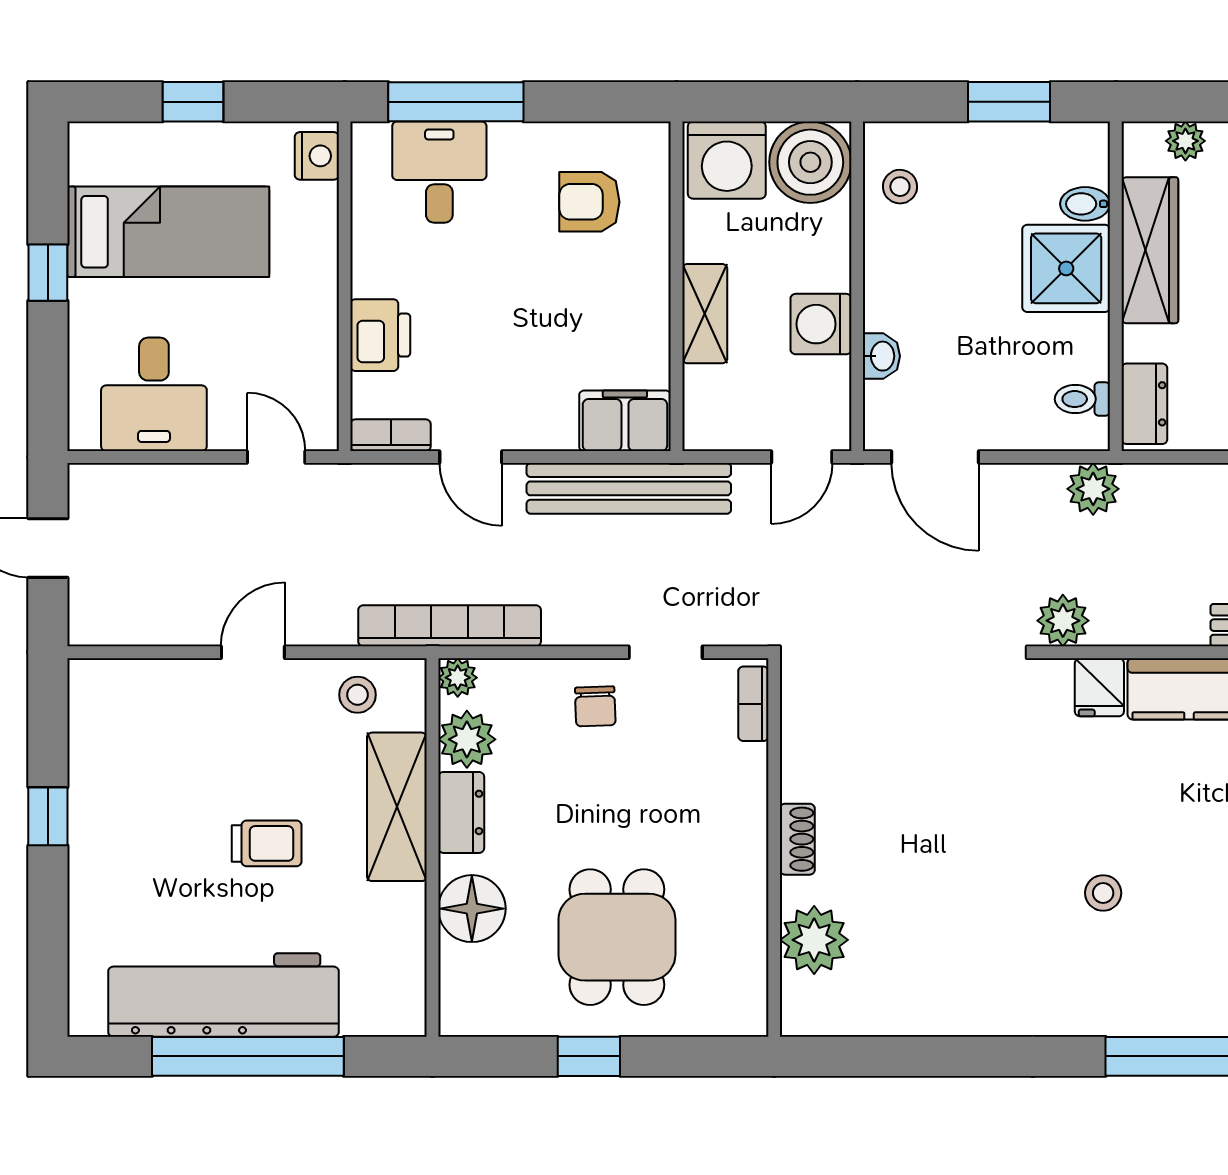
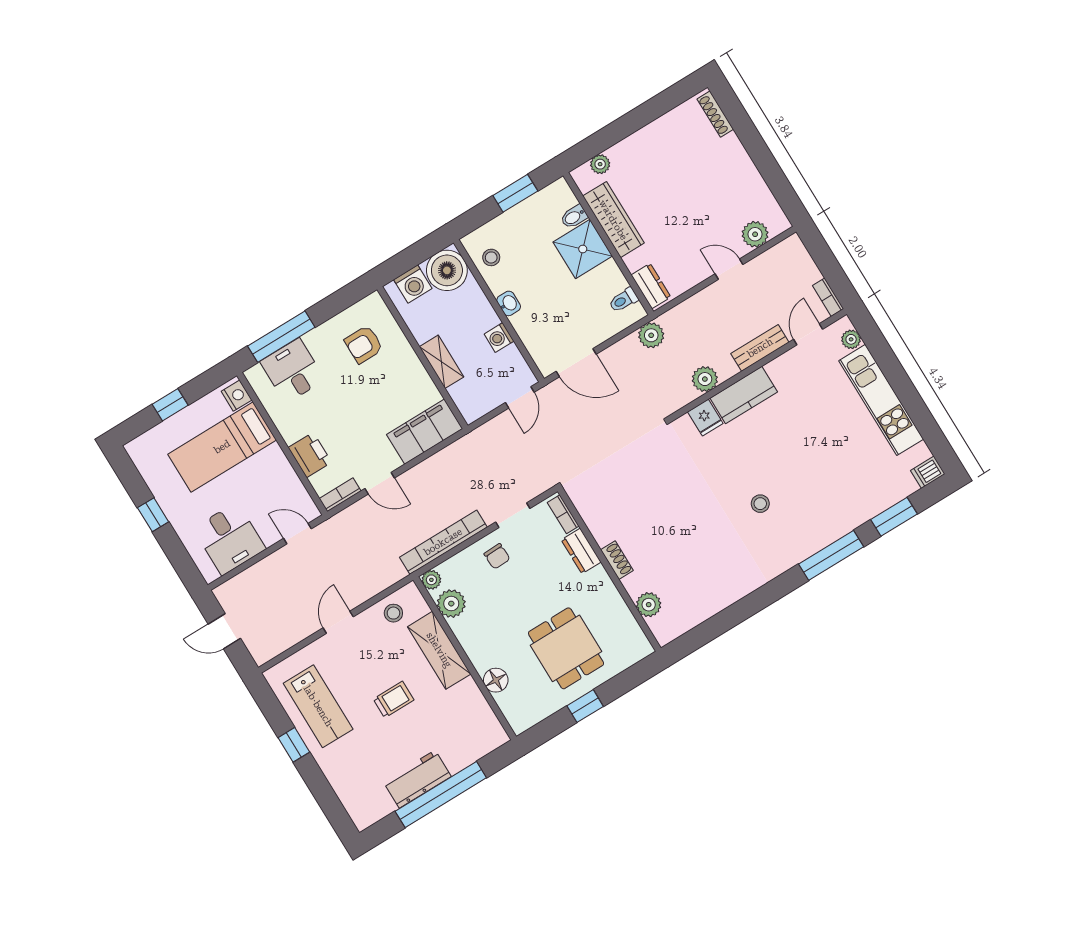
washing machine: (727, 160) -> (413, 284), width x0.73, depth x0.73
bed: (168, 232) -> (222, 447), moved, turned 180
washing machine: (821, 324) -> (499, 337), width x0.73, depth x0.73
washbasin: (881, 356) -> (509, 303), moved
filing cabinet: (625, 421) -> (425, 432), width x1.50, depth x1.17
bench: (629, 488) -> (455, 455), removed
plant: (1063, 621) -> (705, 379), moved
bookcase: (450, 626) -> (443, 542), moved
lab bench: (130, 775) -> (318, 706), added
dresser: (461, 812) -> (581, 551), moved, turned 180
floor lamp: (472, 909) -> (496, 680), width x0.73, depth x0.73
plant: (814, 940) -> (649, 605), width x0.73, depth x0.73
workbench: (224, 995) -> (417, 779), width x0.53, depth x0.76

